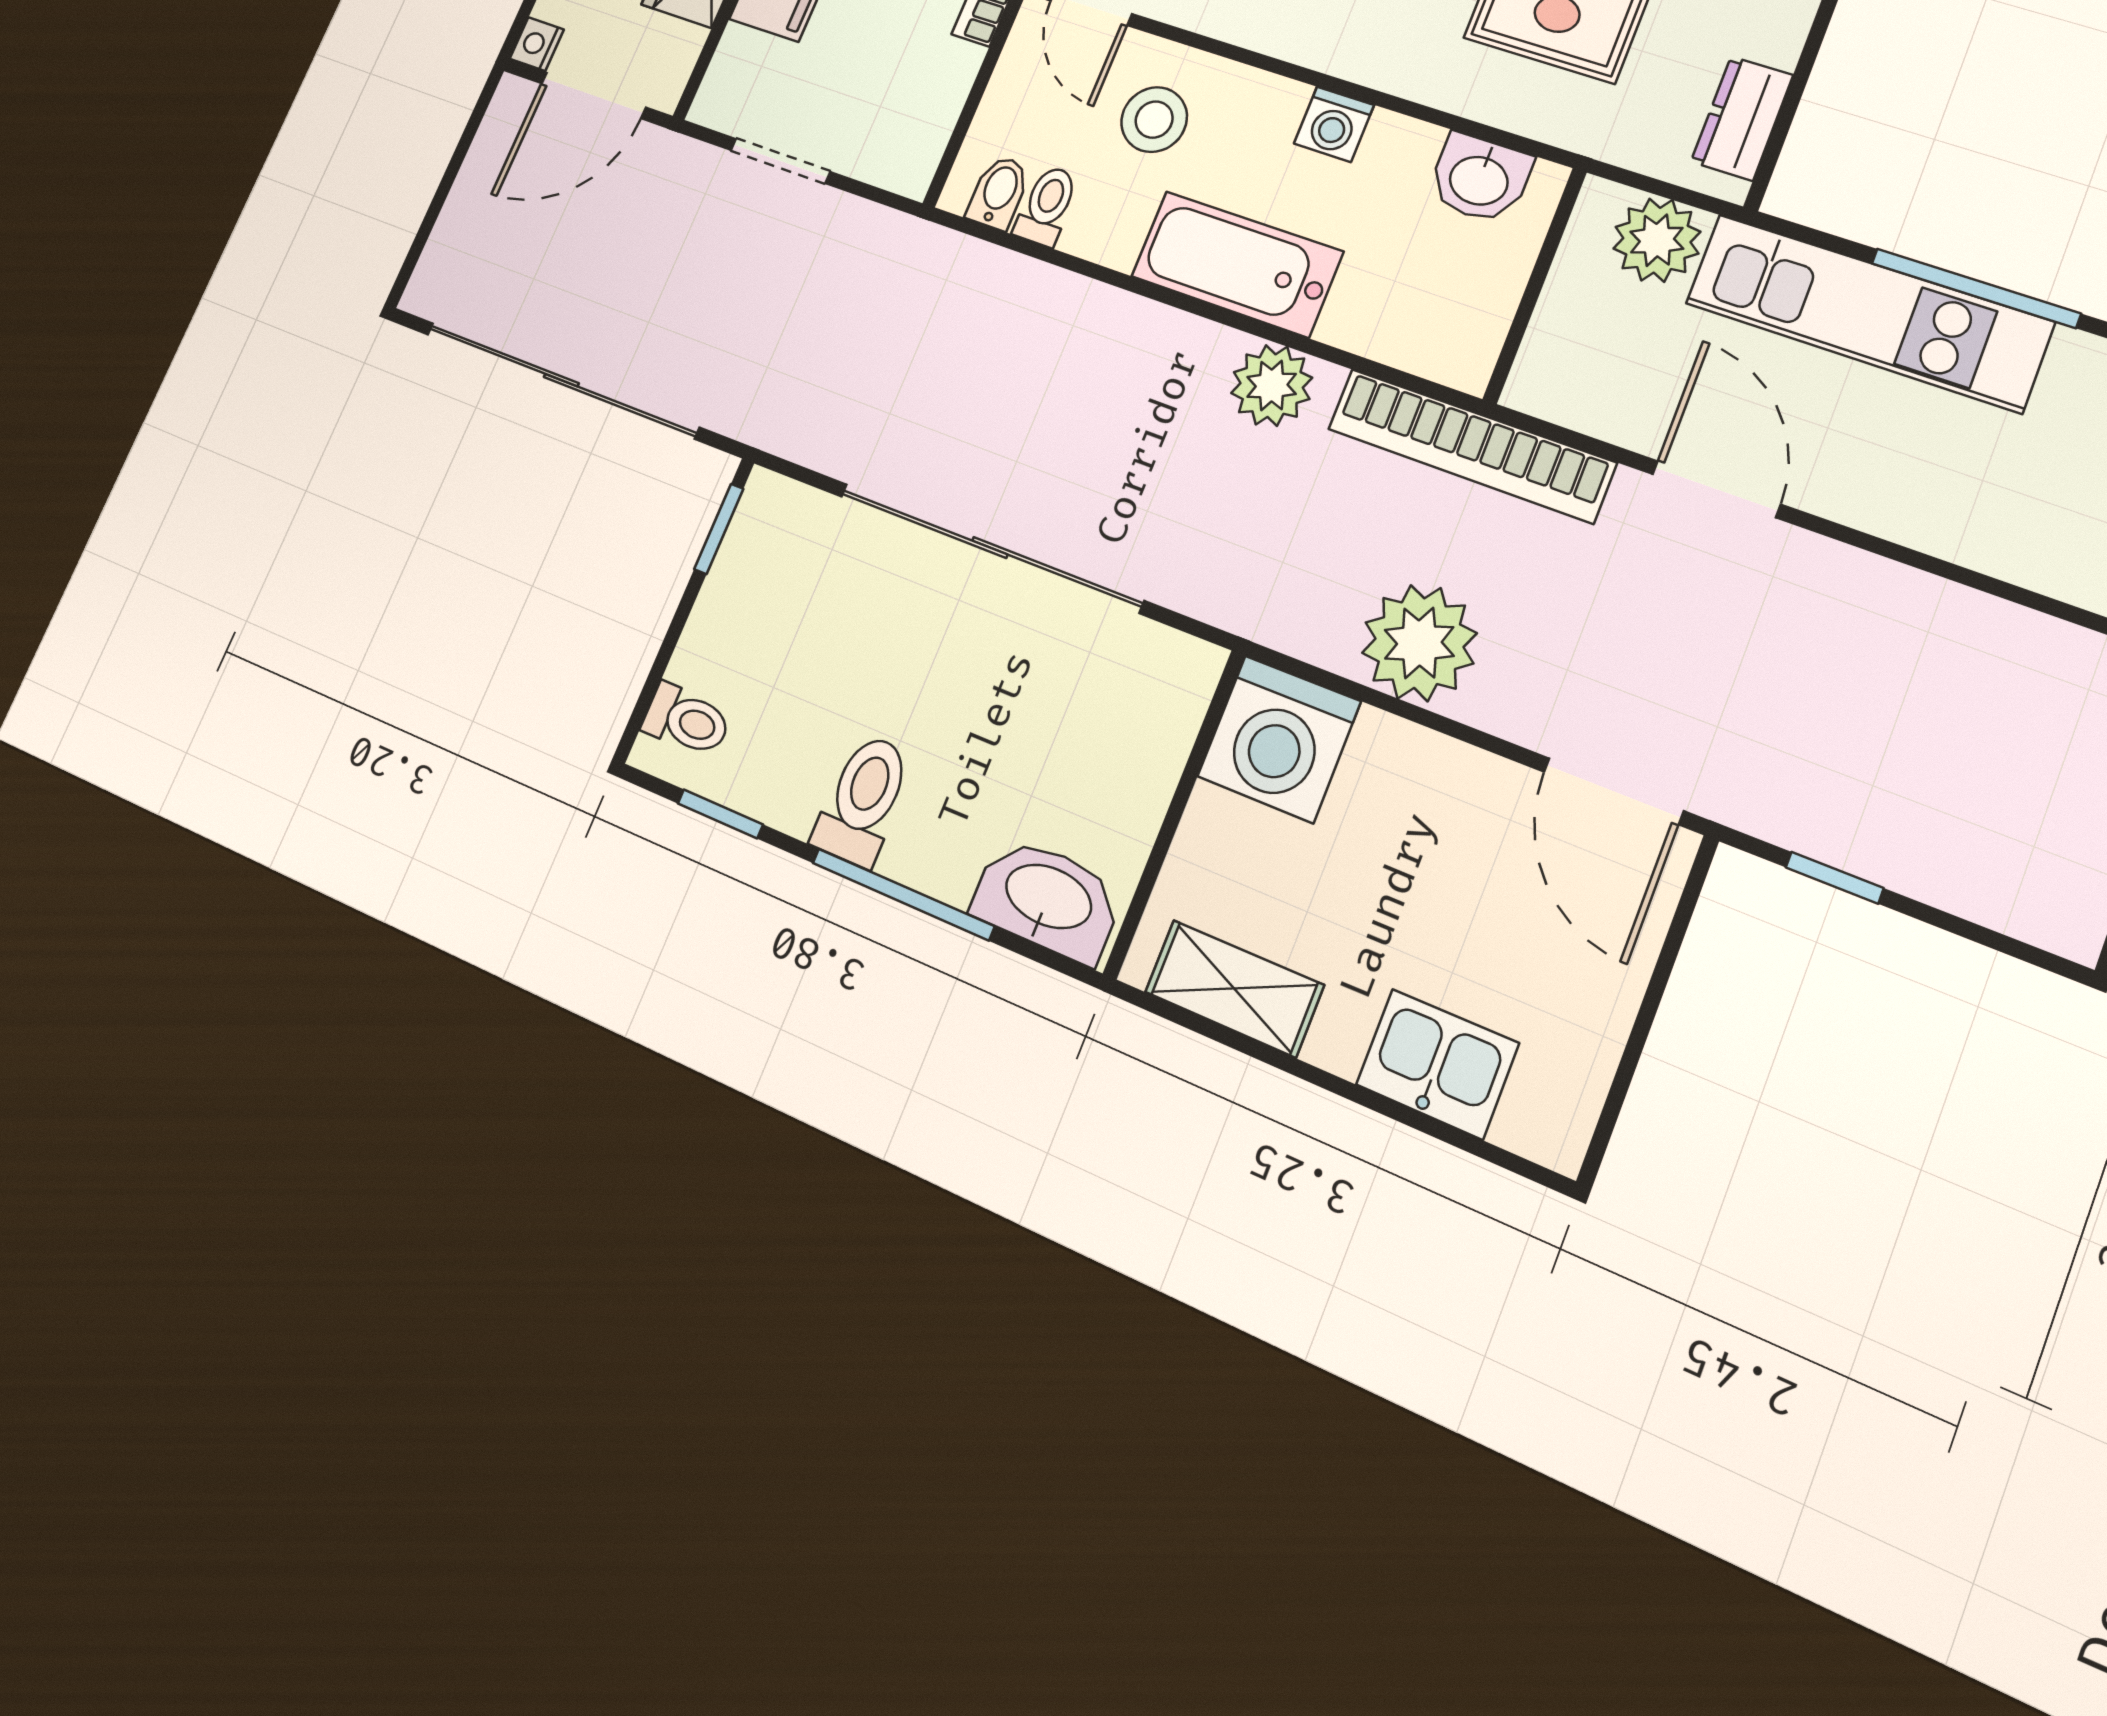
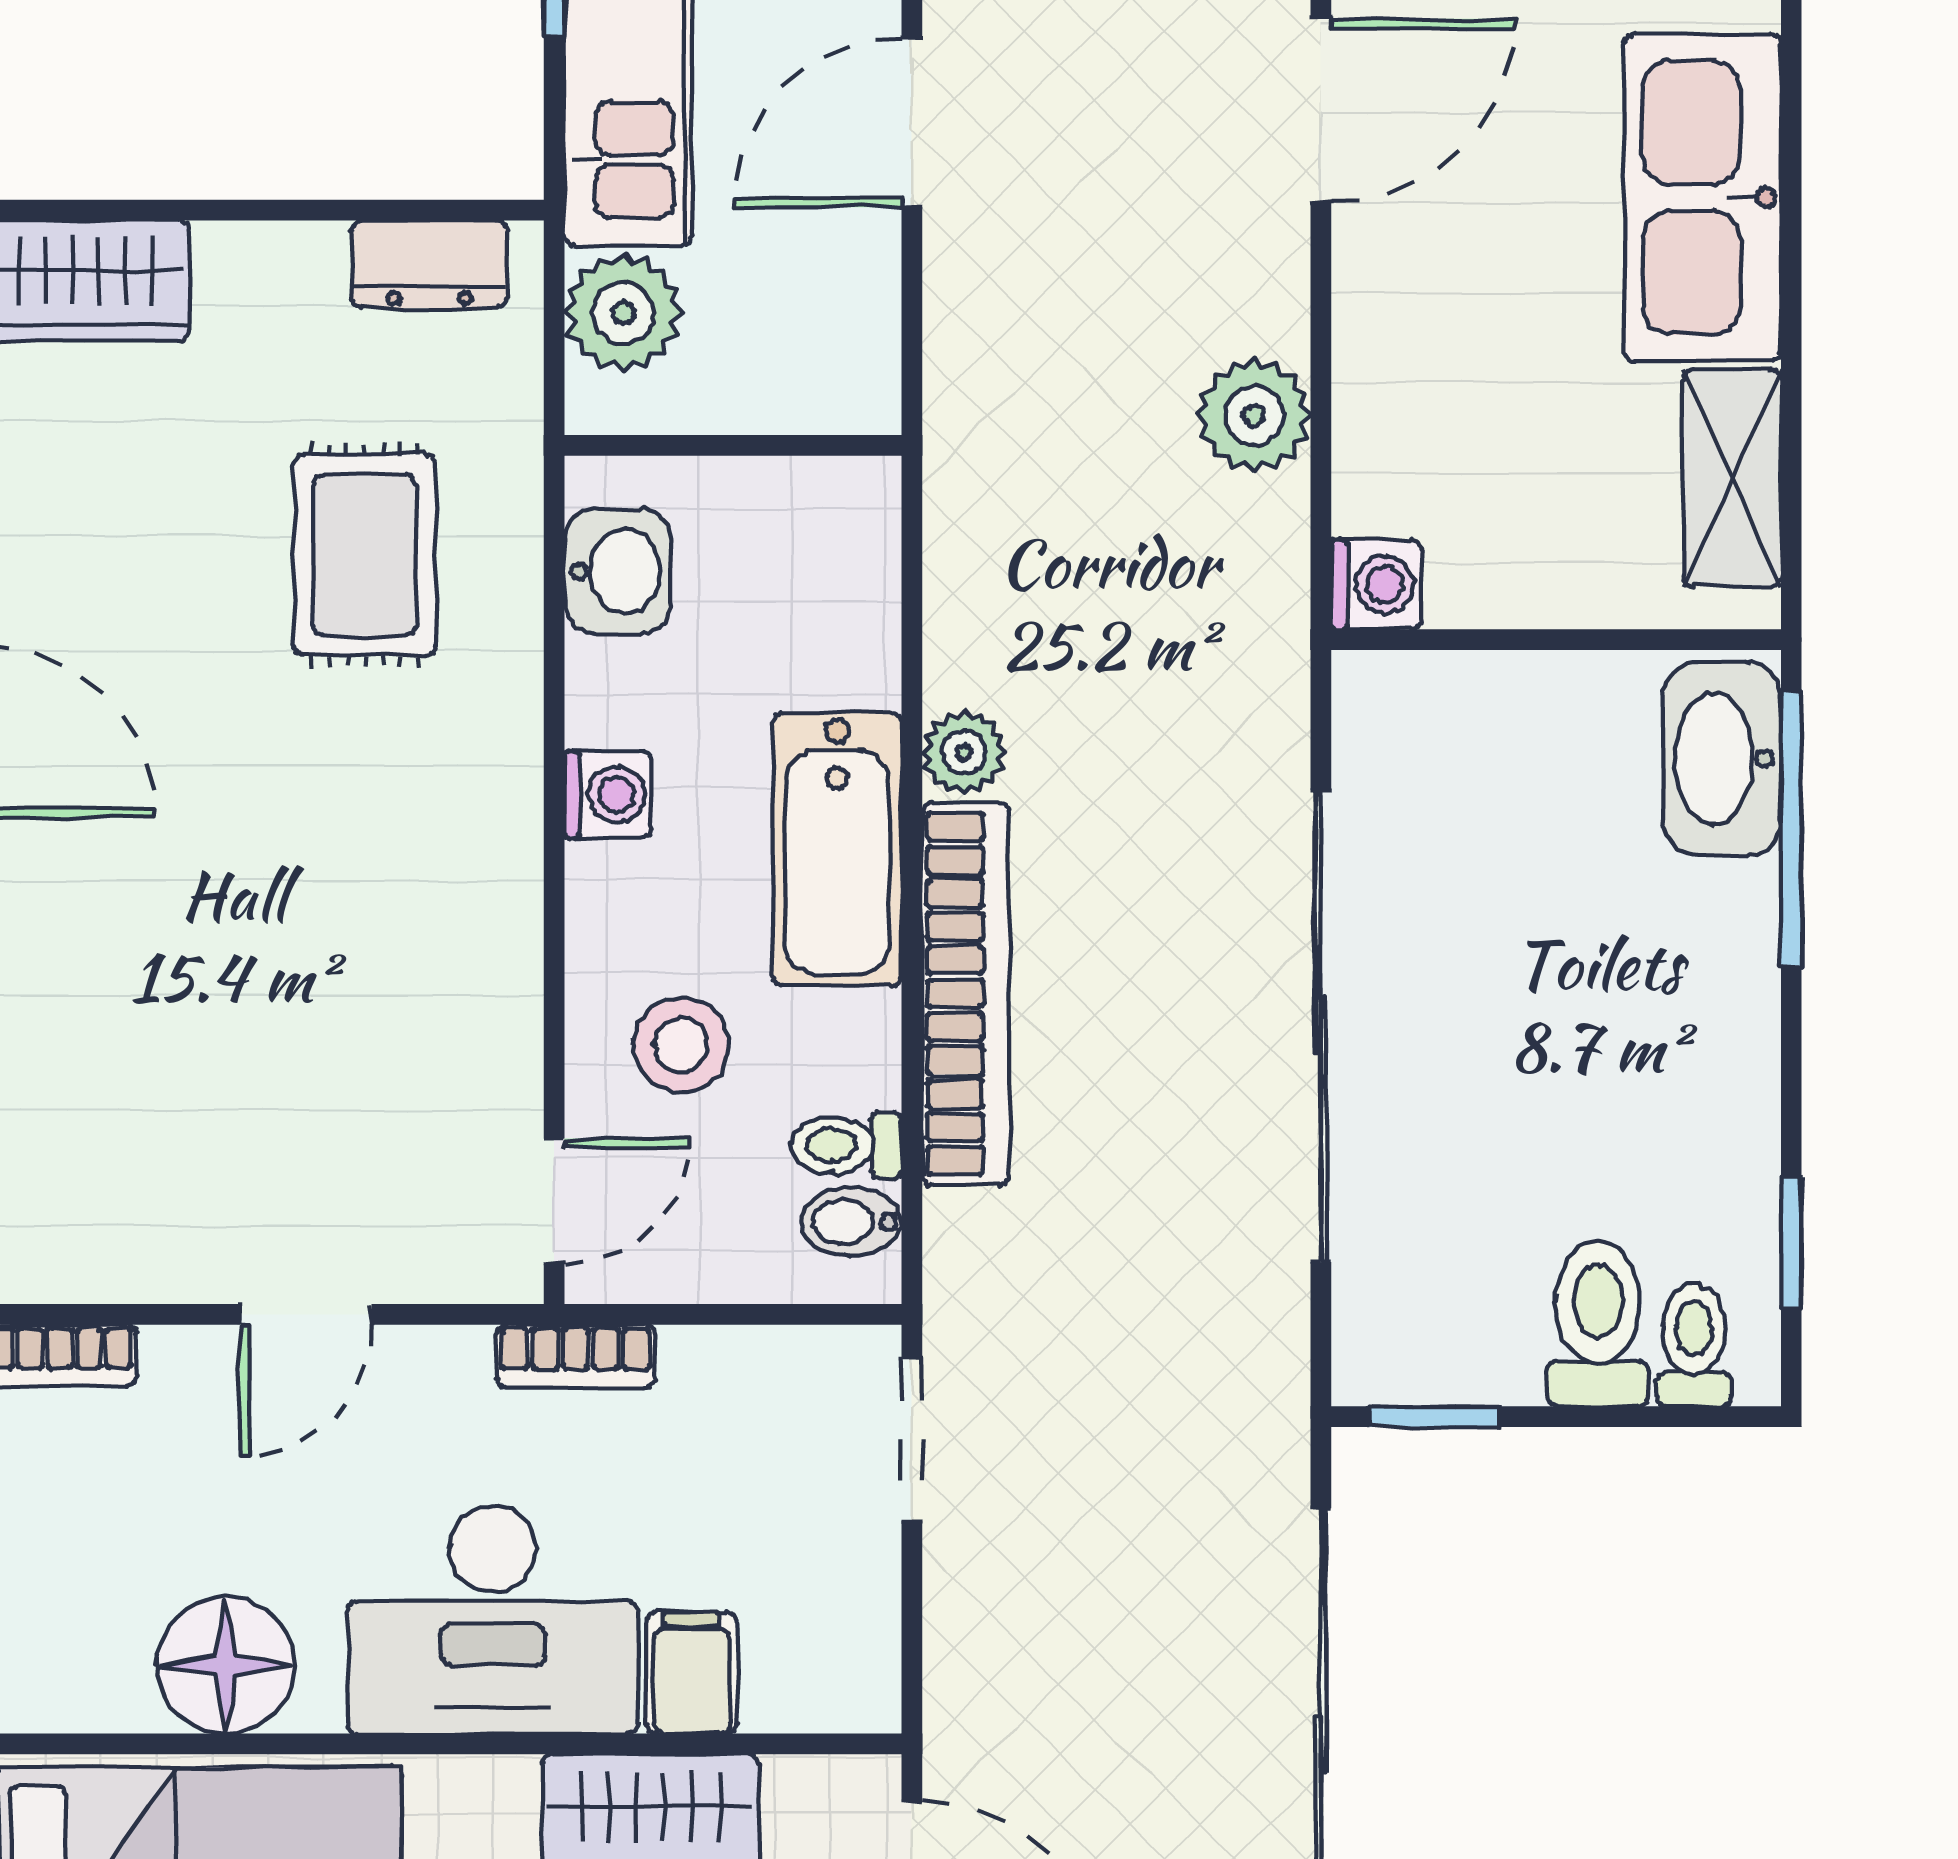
doorway: (780, 161) -> (912, 1439), moved
plant: (1272, 385) -> (964, 752), width x0.73, depth x0.73
bookcase: (1471, 446) -> (966, 993), moved
plant: (1419, 643) -> (1254, 415), width x0.73, depth x0.73
washing machine: (1279, 739) -> (1376, 584), width x0.53, depth x0.53
toilet: (863, 800) -> (1598, 1324), moved, turned 90
window: (903, 894) -> (1791, 829), moved
kitchen sink: (1437, 1064) -> (1703, 197), width x1.88, depth x1.24

